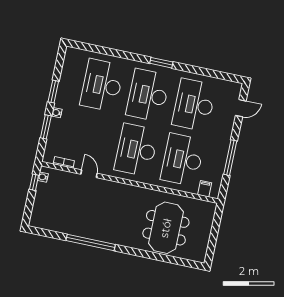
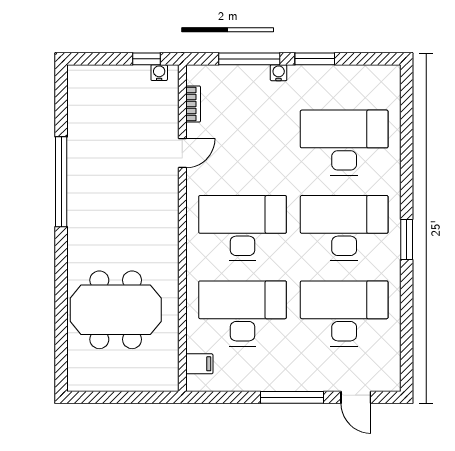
window: (46, 127) -> (249, 59), width x1.44
window: (230, 158) -> (292, 397), moved

